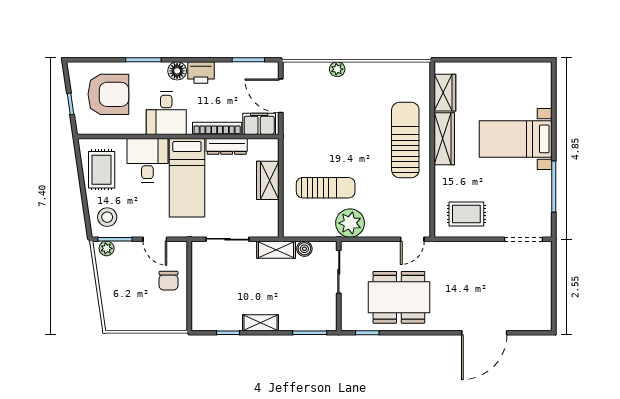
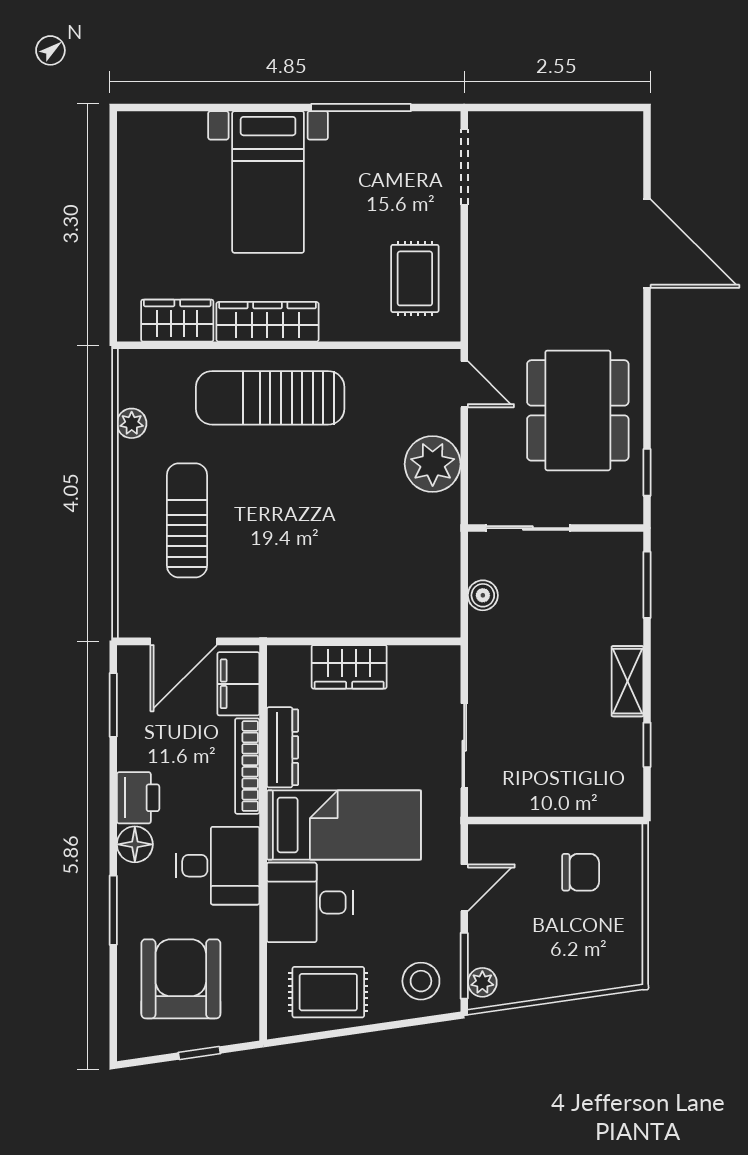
plant: (337, 69) -> (132, 423), moved
sun lounger: (326, 188) -> (187, 520), moved
plant: (350, 223) -> (433, 464), moved
shelving: (276, 250) -> (485, 651), removed
chair: (169, 281) -> (581, 872), moved

